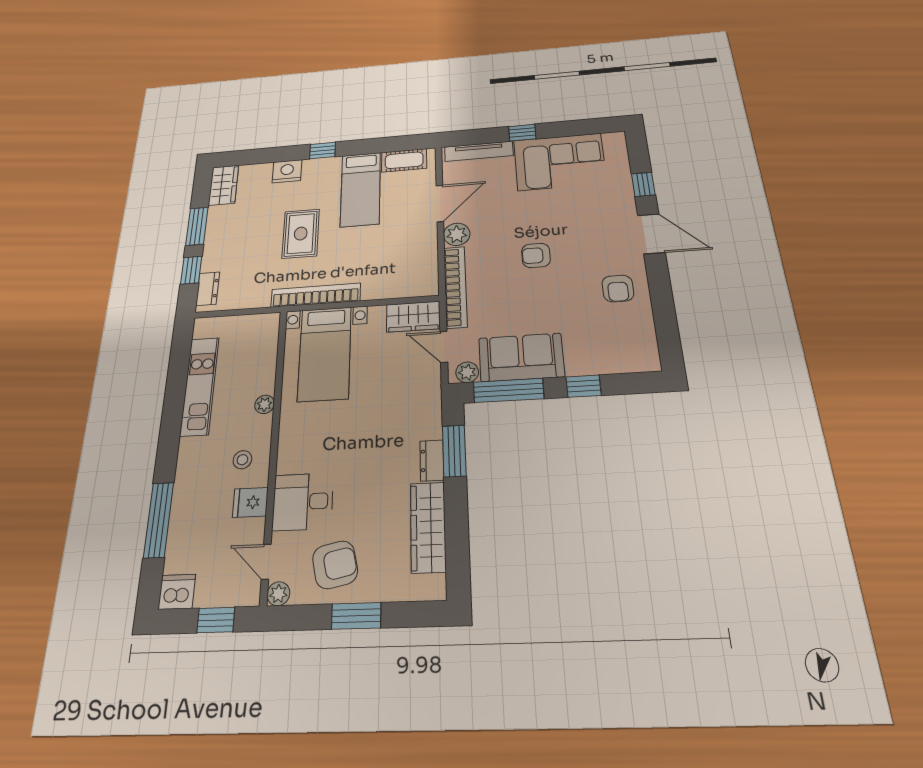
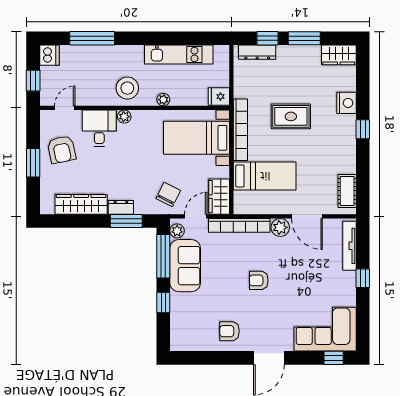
corner sofa: (560, 162) -> (325, 329), moved, turned 90
window: (643, 184) -> (334, 358), moved
bed: (360, 189) -> (265, 176), moved, turned 180
armchair: (536, 255) -> (259, 280), turned -90
dresser: (208, 289) -> (257, 52), width x1.44
chair: (410, 389) -> (168, 194), added
stool: (242, 460) -> (127, 88), width x1.89, depth x1.89
fridge: (250, 502) -> (219, 97), moved, turned -90
plant: (278, 594) -> (124, 117), moved

